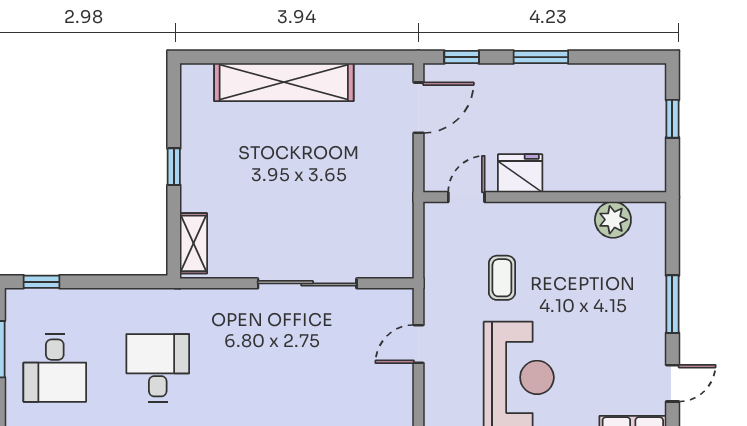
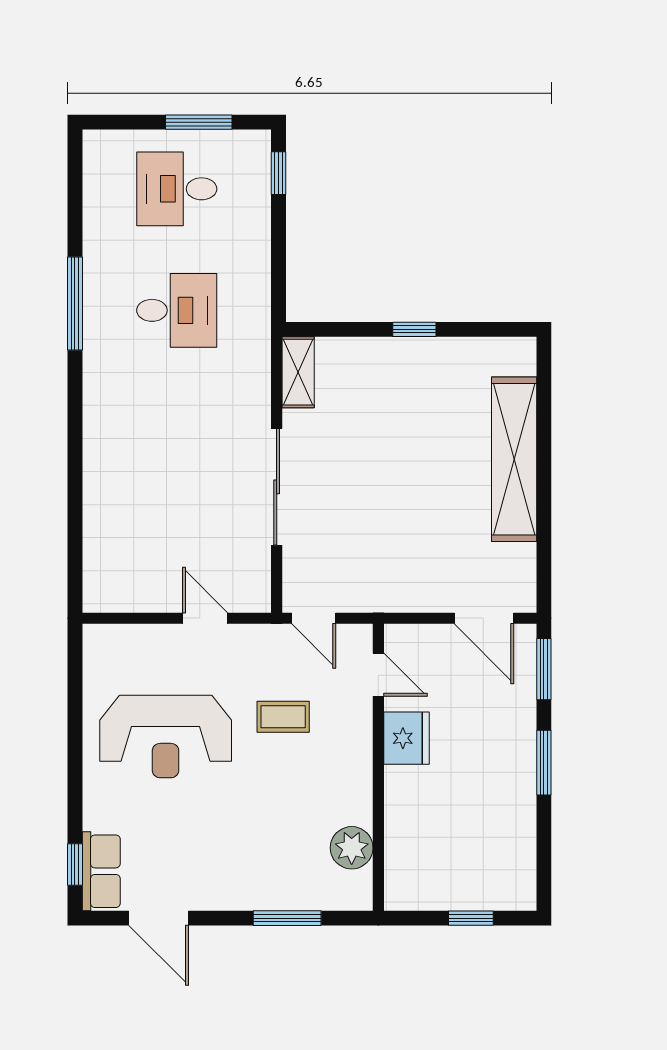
window: (462, 57) -> (544, 669), width x1.50
shelving: (194, 243) -> (298, 372), moved, turned 90
door: (419, 252) -> (314, 618), added
window: (672, 304) -> (287, 918), moved
door: (672, 383) -> (159, 918), width x1.38

